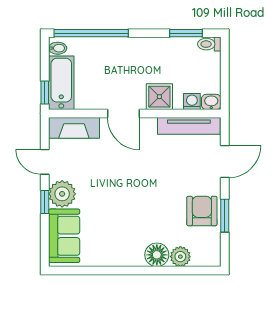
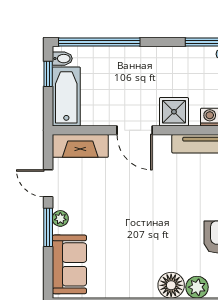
window: (45, 92) -> (48, 74), moved
plant: (62, 194) -> (60, 218), width x0.53, depth x0.53
window: (45, 202) -> (48, 227), width x1.50

